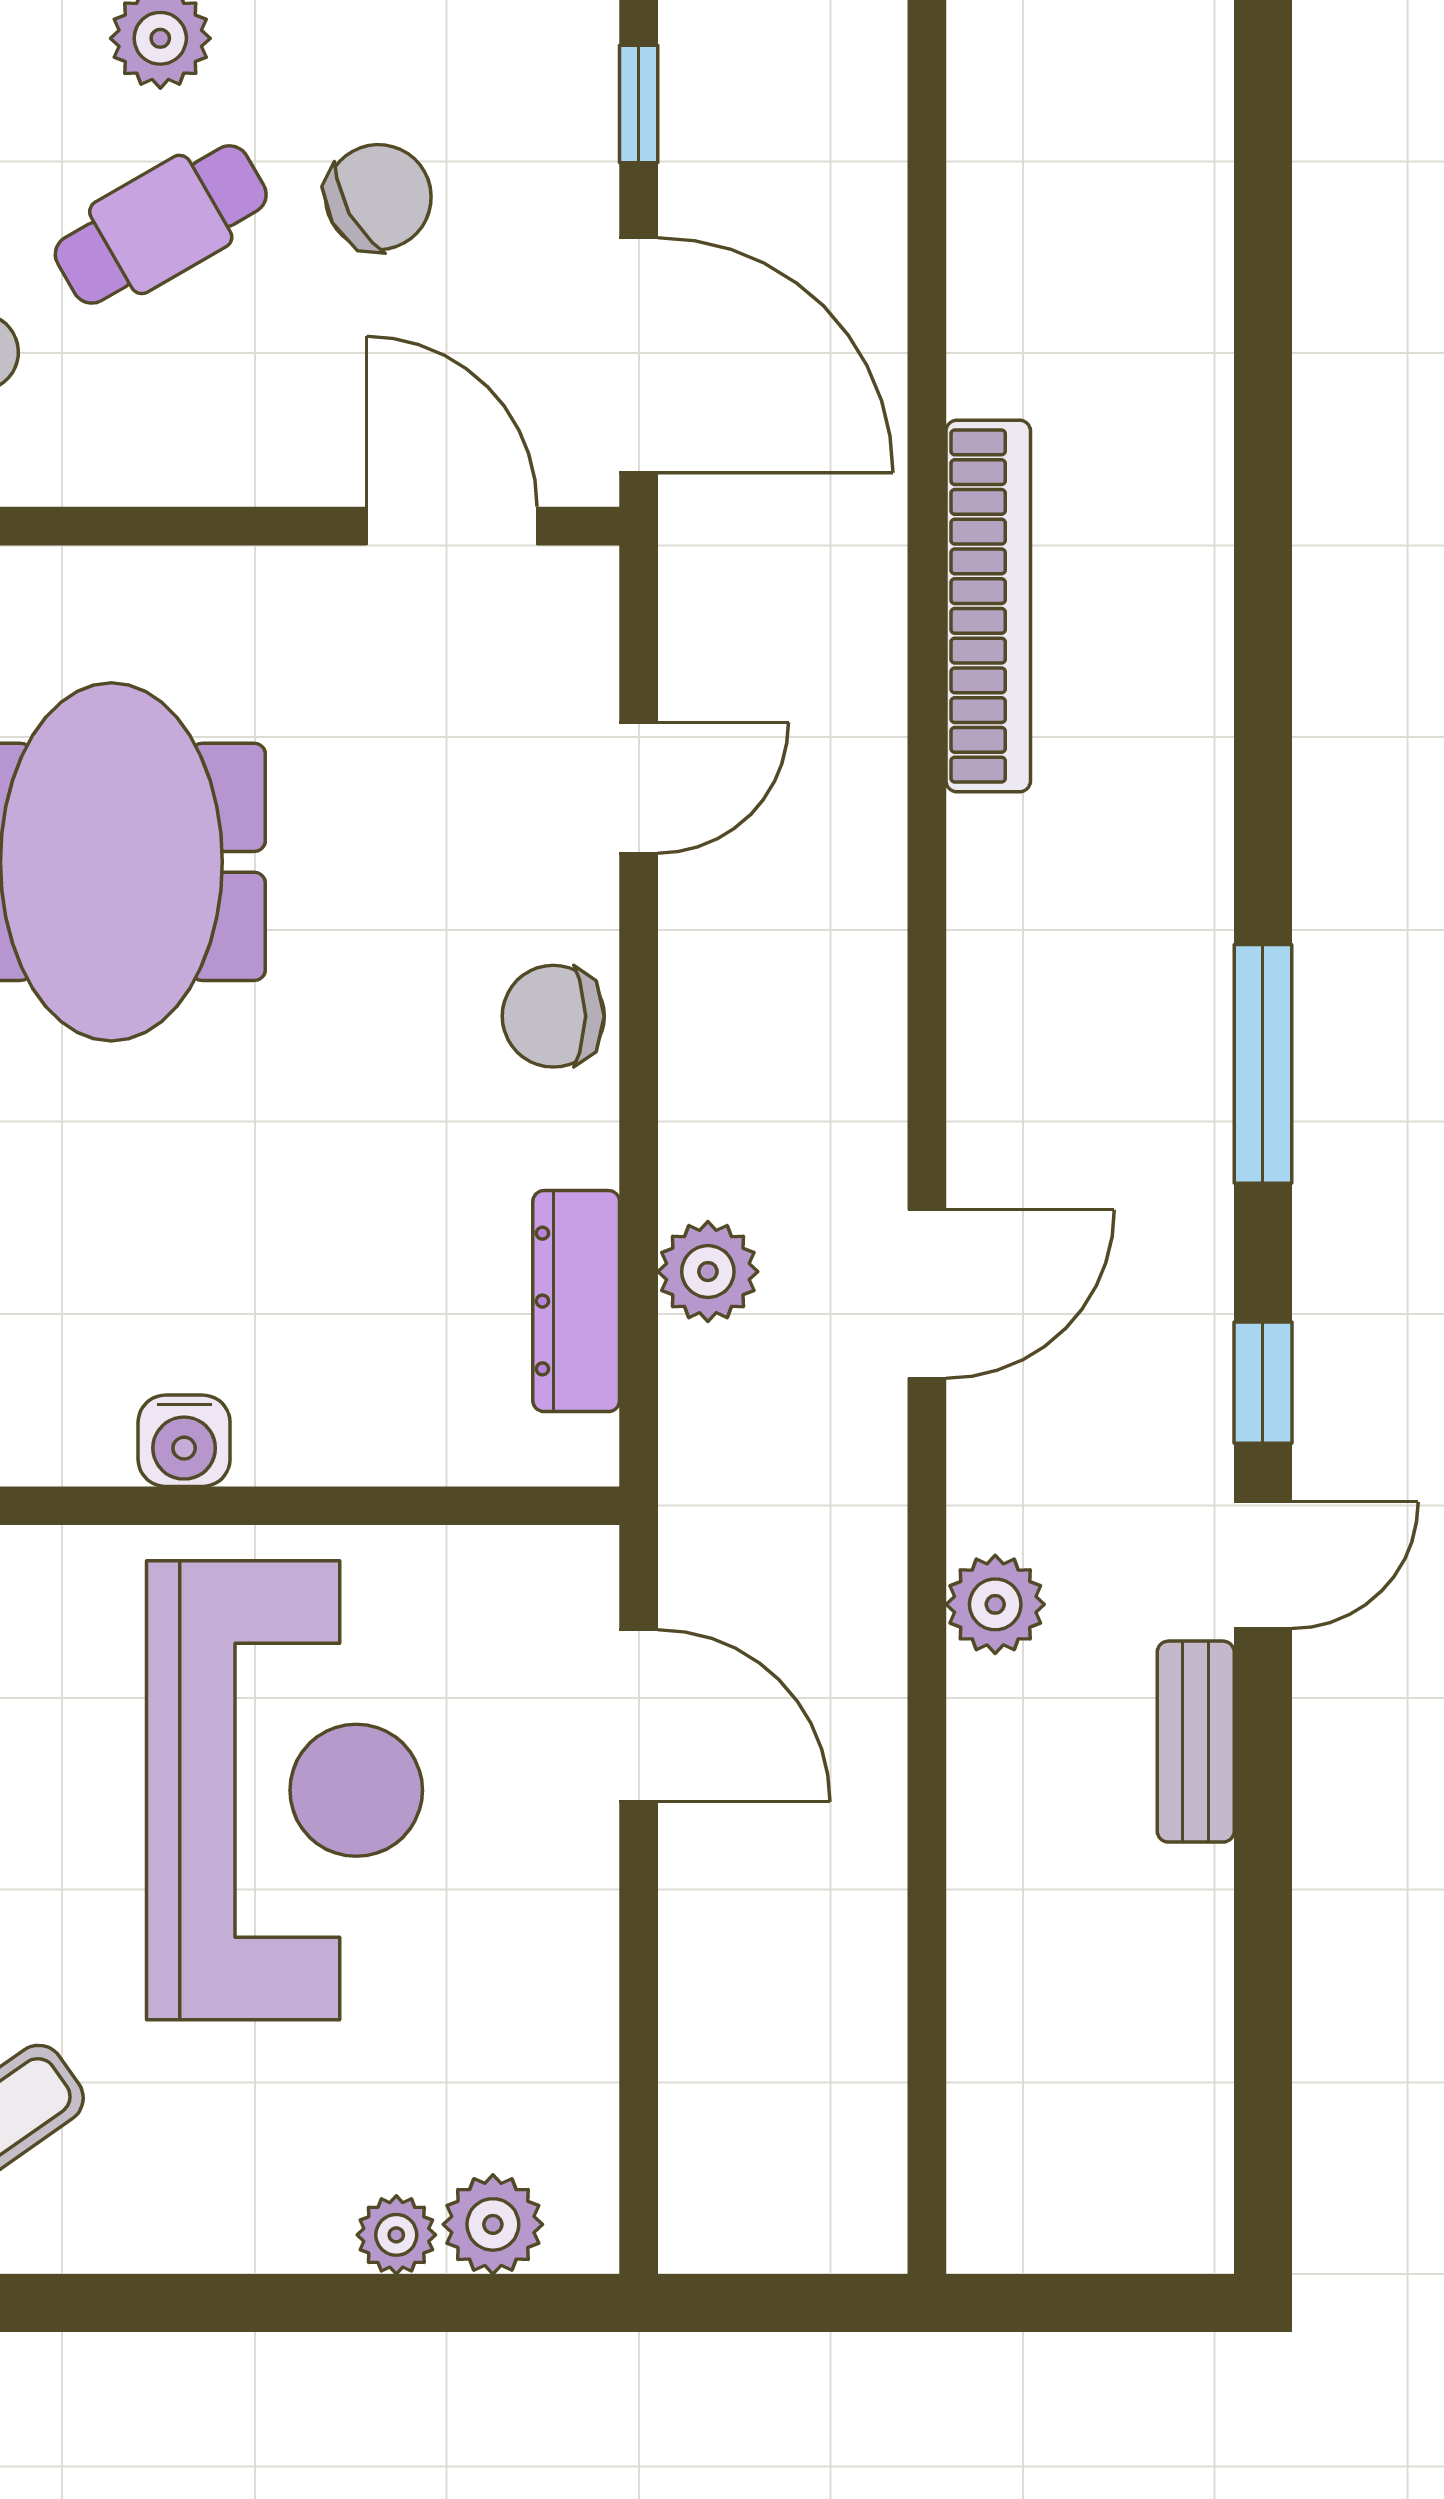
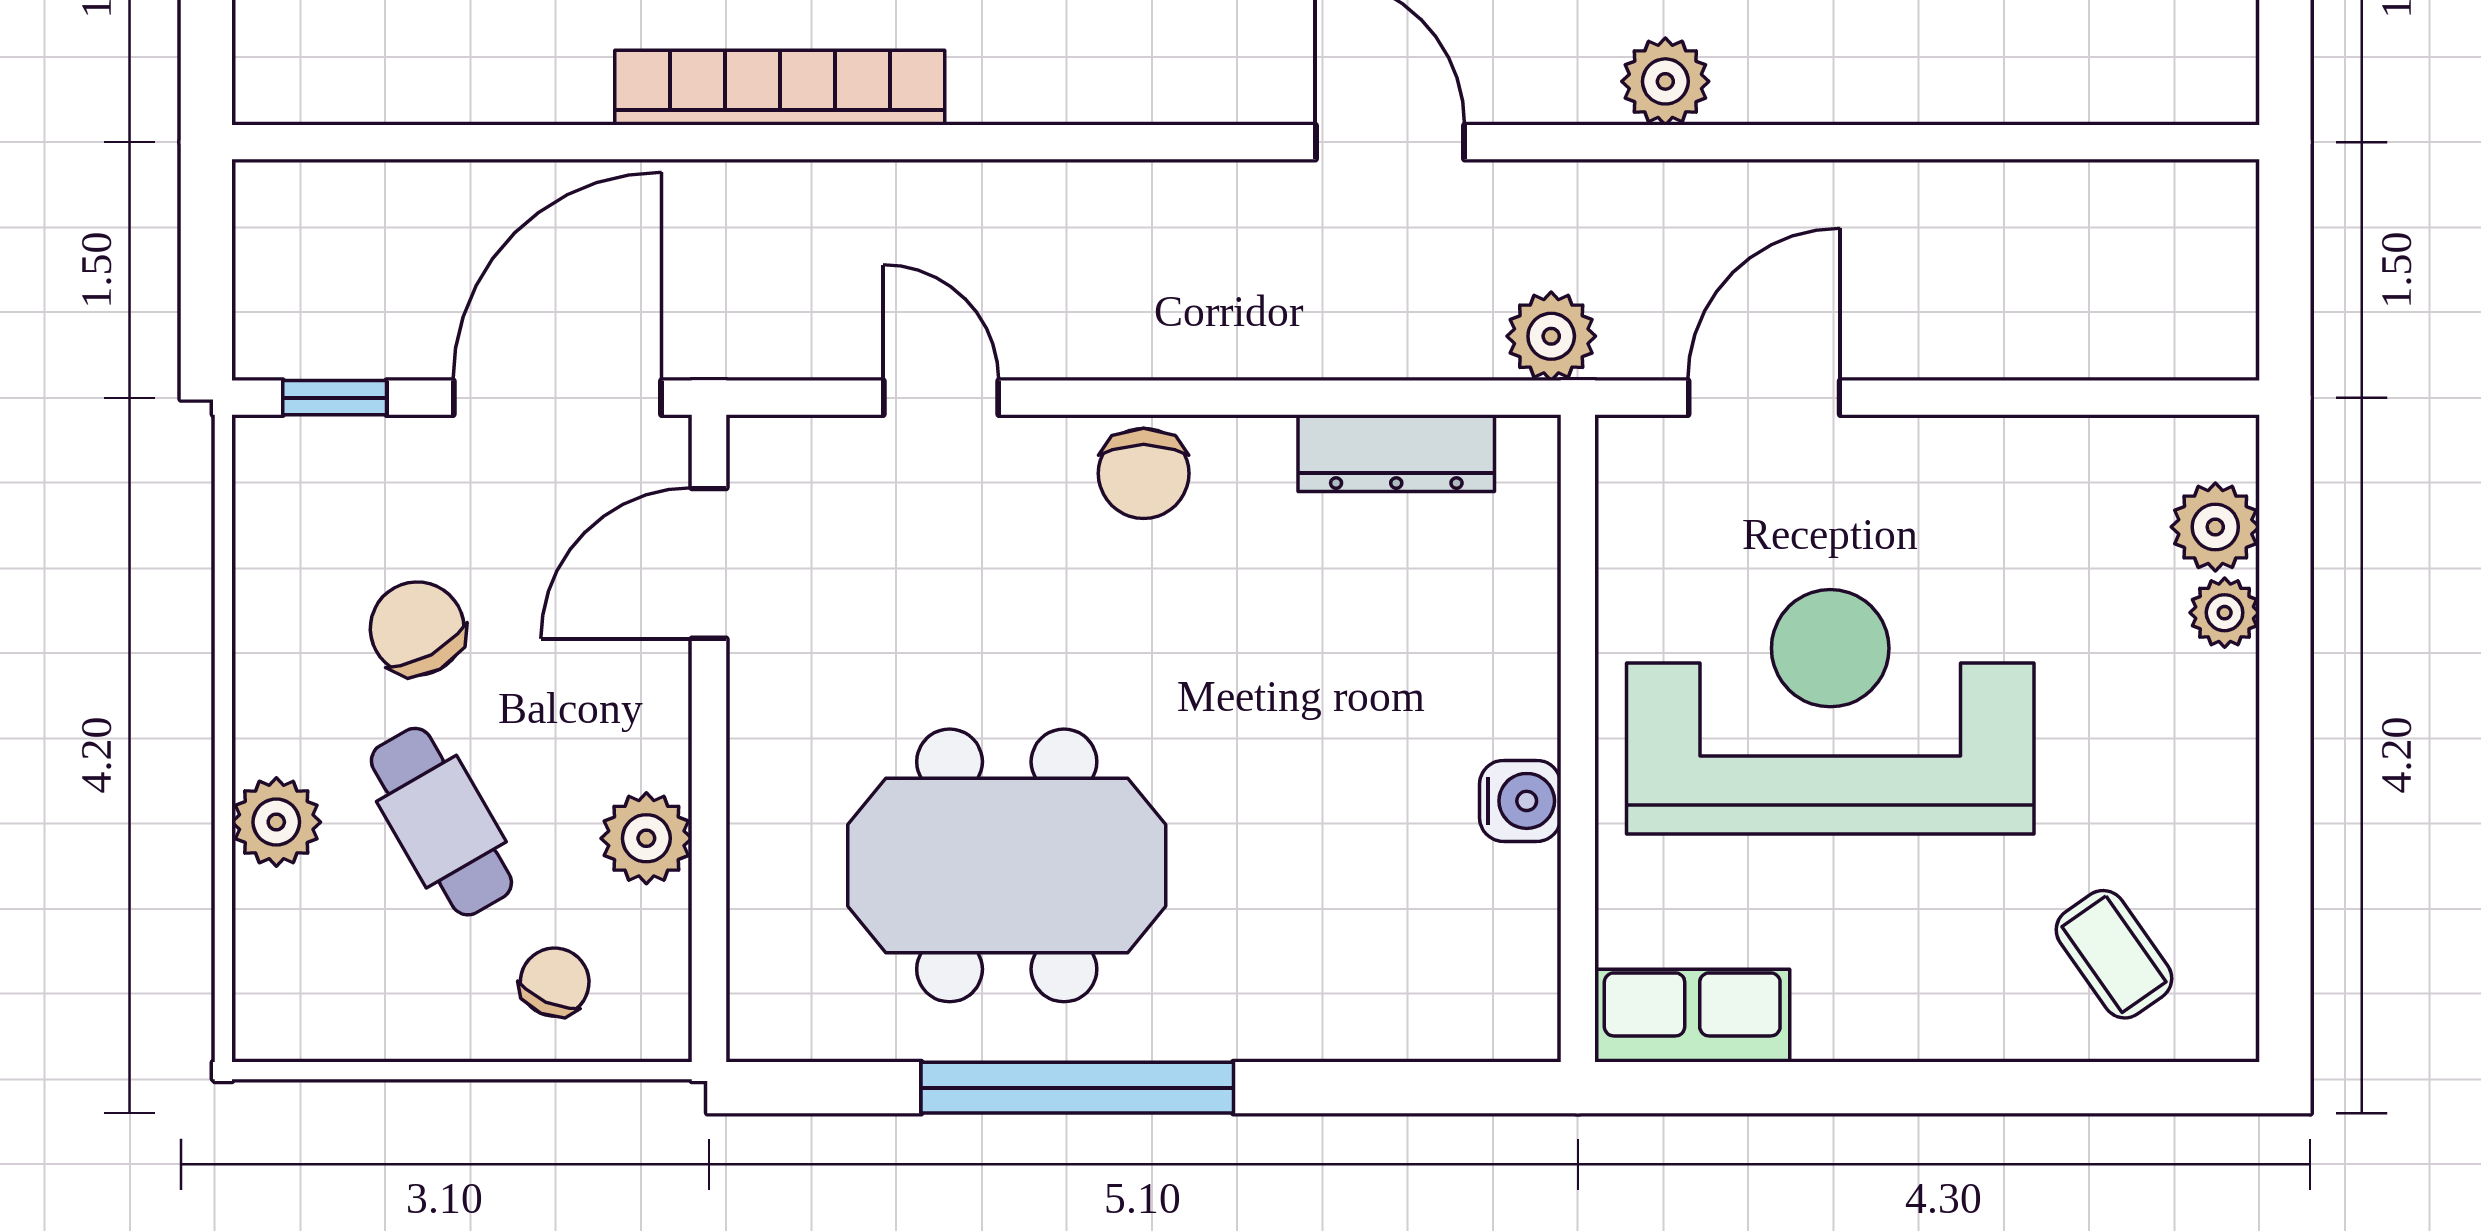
plant: (142, 456) -> (646, 838), added
plant: (708, 1272) -> (1551, 336), moved

